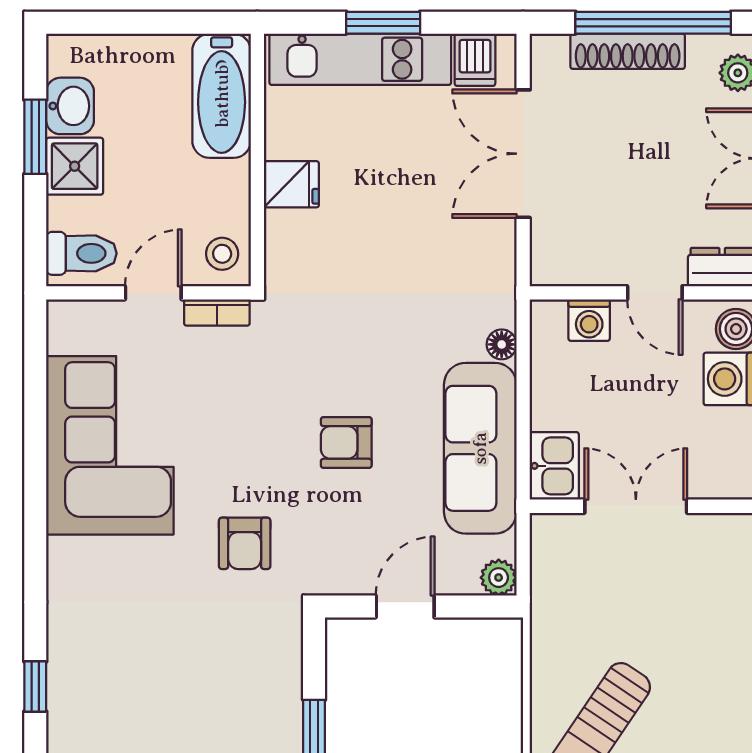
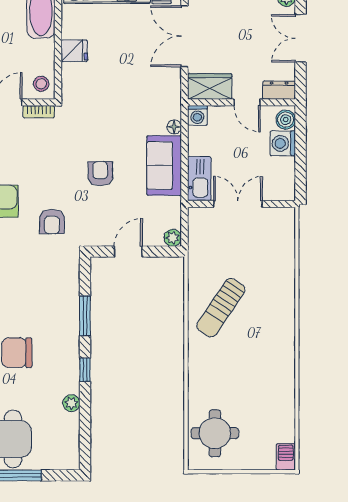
wardrobe: (576, 259) -> (210, 86), added
washing machine: (589, 320) -> (197, 115), moved
armchair: (346, 442) -> (100, 174), turned 90
sofa: (480, 448) -> (164, 166), width x0.73
kitchen sink: (554, 466) -> (199, 179), width x1.38

